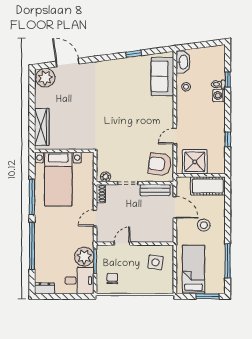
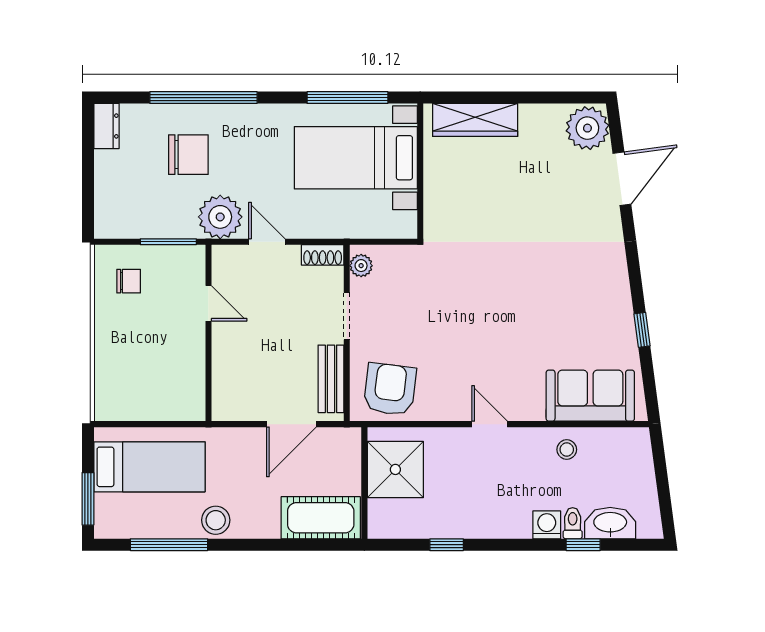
washbasin: (183, 62) -> (610, 523), moved, turned 180
door: (175, 136) -> (490, 424), moved
cot: (208, 186) -> (321, 518), moved, turned 90
window: (32, 197) -> (347, 98), moved
stool: (204, 225) -> (216, 520), moved
chair: (57, 252) -> (188, 155), added
plant: (84, 257) -> (220, 217), moved
side table: (155, 262) -> (166, 380), removed
desk: (79, 281) -> (124, 206), removed

